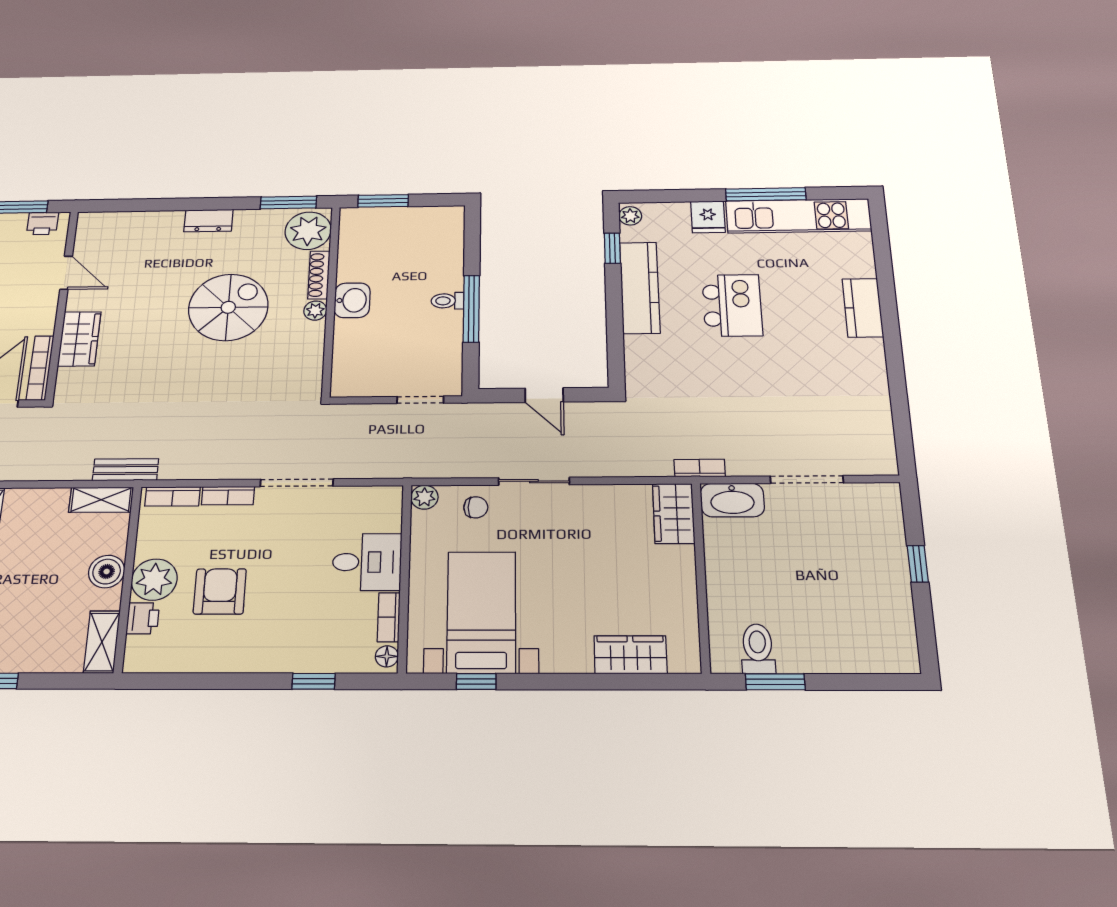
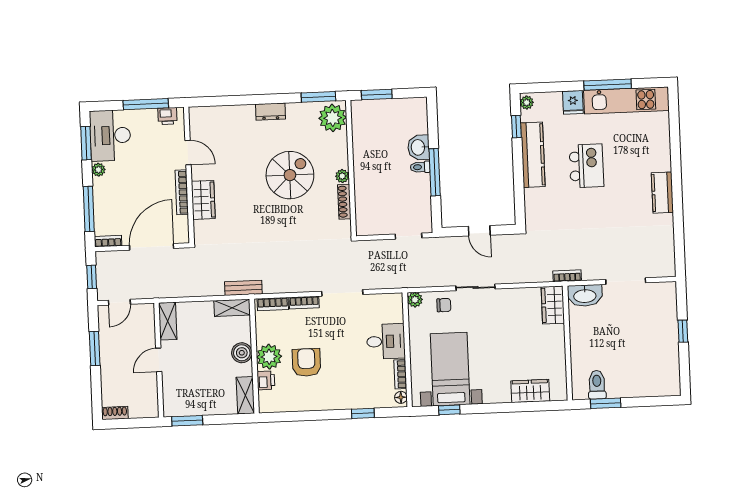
shoe rack: (319, 275) -> (344, 202), moved
washbasin: (352, 300) -> (419, 147), moved, turned 180
kitchen counter: (863, 308) -> (662, 193), moved
bookcase: (40, 368) -> (182, 192), moved

